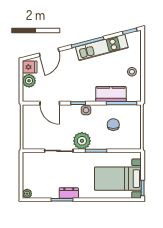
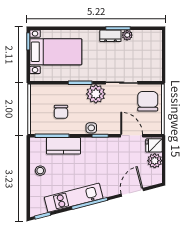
fridge: (30, 67) -> (154, 145), moved
chair: (35, 134) -> (148, 101), added
plant: (27, 194) -> (127, 35), moved

